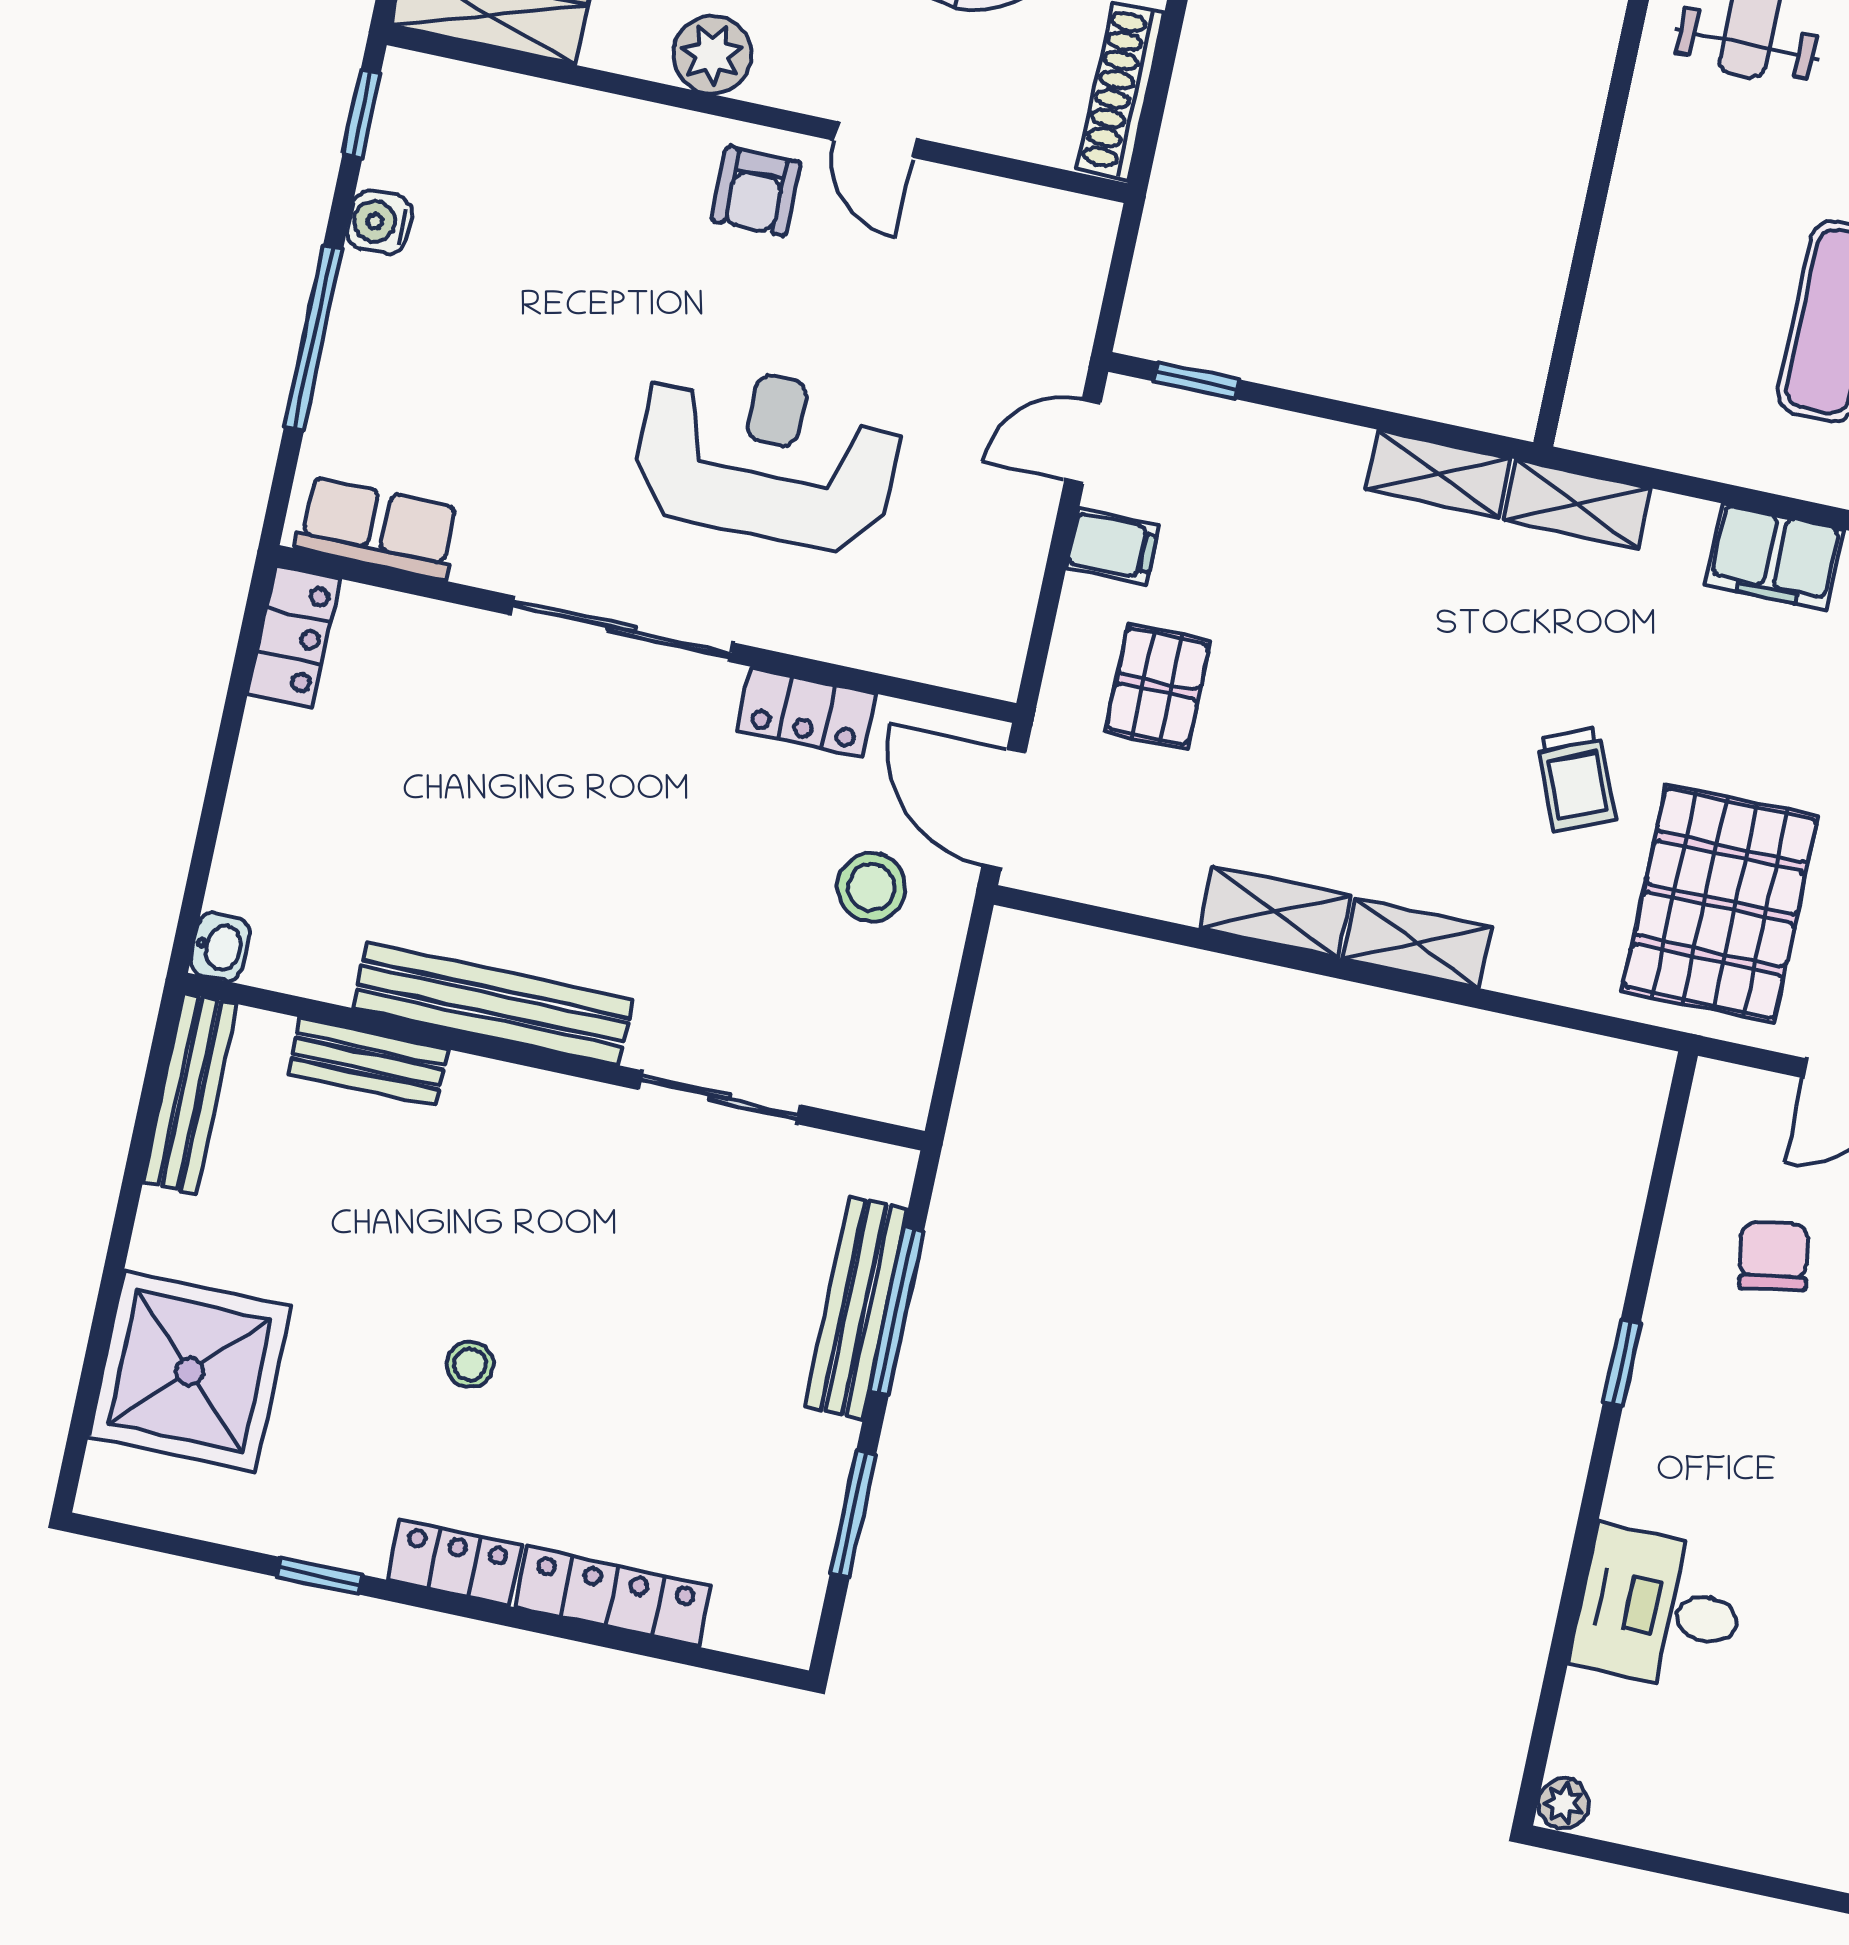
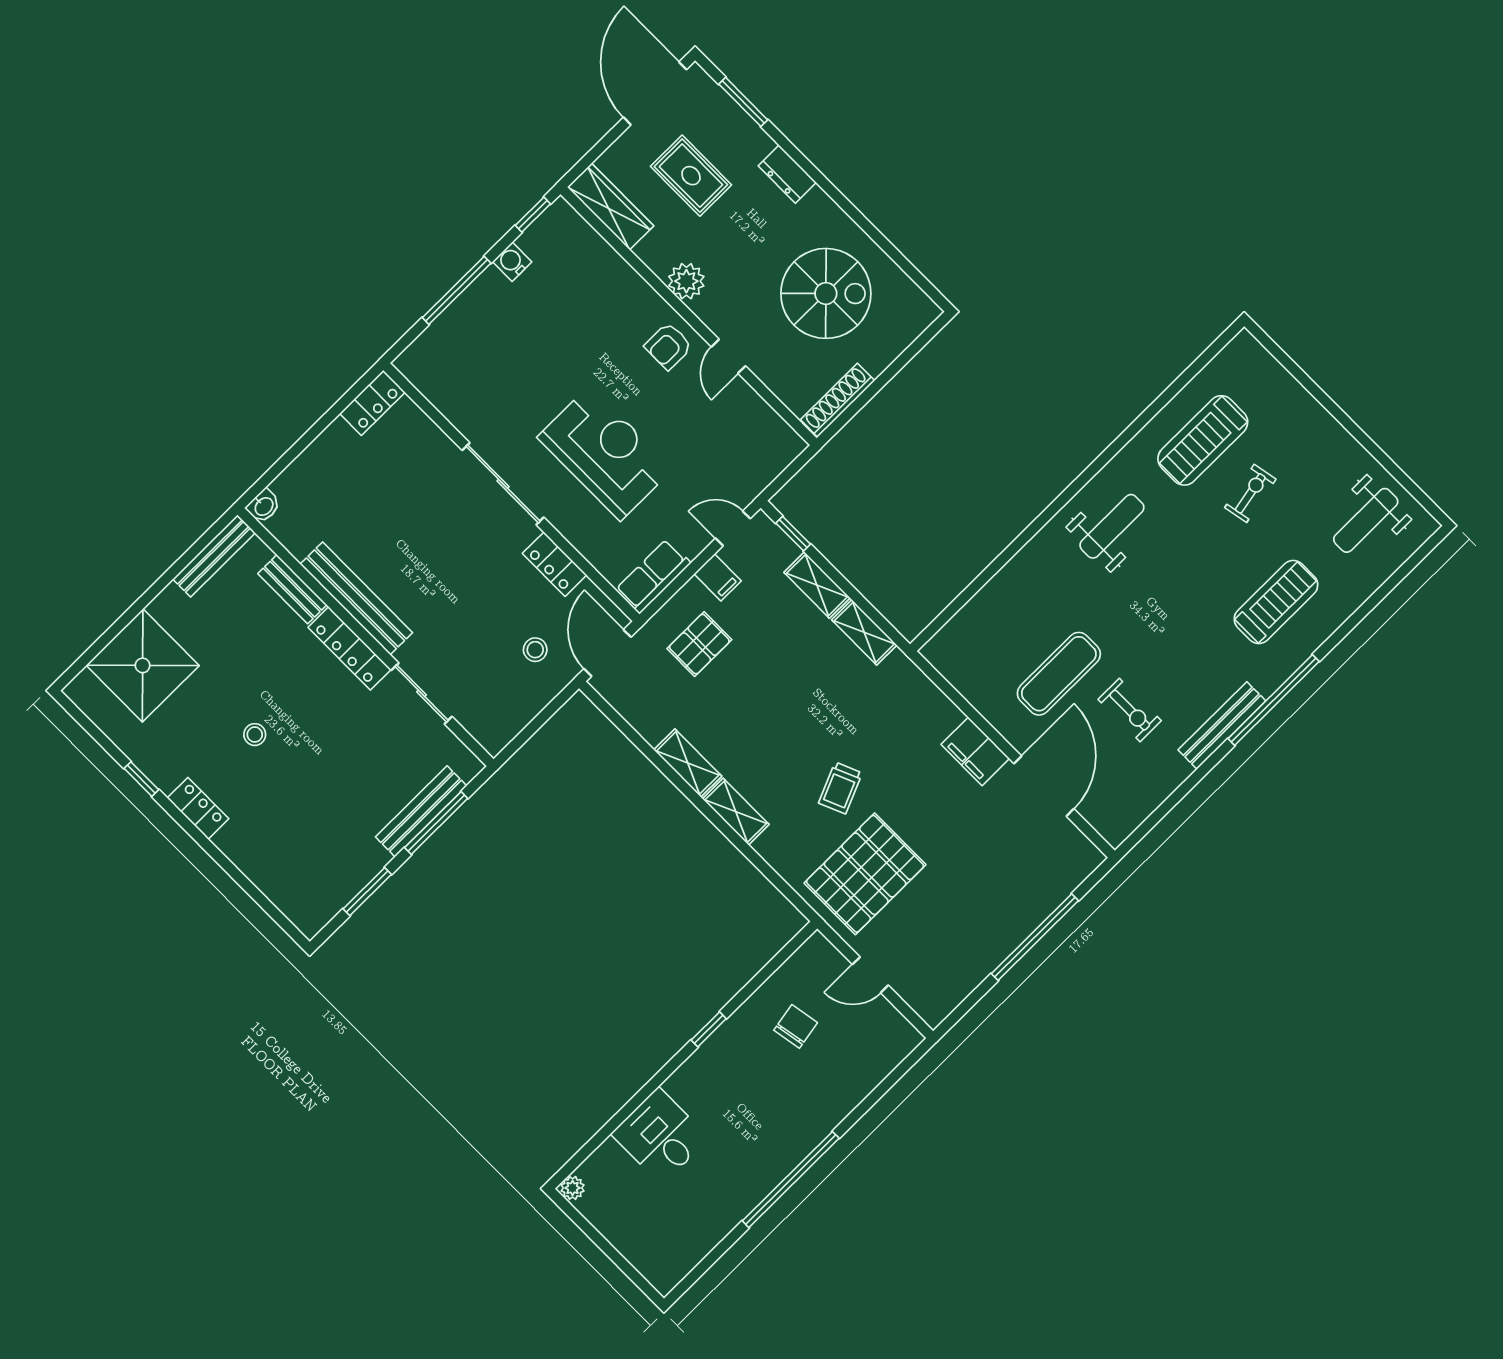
shelving: (1577, 504) -> (817, 585), moved
row of seats: (378, 528) -> (653, 576), moved, turned -90
stool: (871, 887) -> (535, 650), width x0.73, depth x0.73
locker: (613, 1596) -> (350, 648), moved, turned 180

